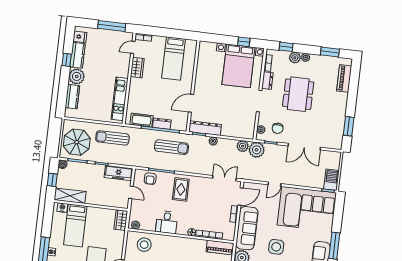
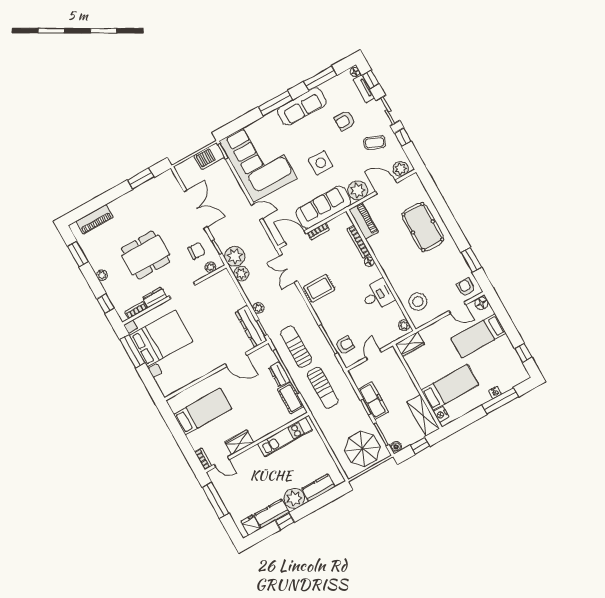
window: (244, 42) -> (132, 351), width x2.17
plant: (295, 58) -> (110, 286), removed
sun lounger: (112, 138) -> (323, 388), moved
freezer: (119, 173) -> (373, 401), moved
rug: (181, 189) -> (319, 288), moved

